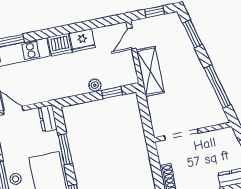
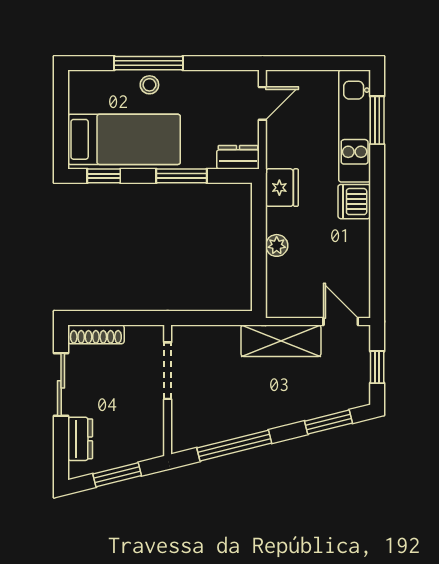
fridge: (82, 40) -> (282, 188), moved, turned 180
window: (112, 93) -> (259, 271), removed

